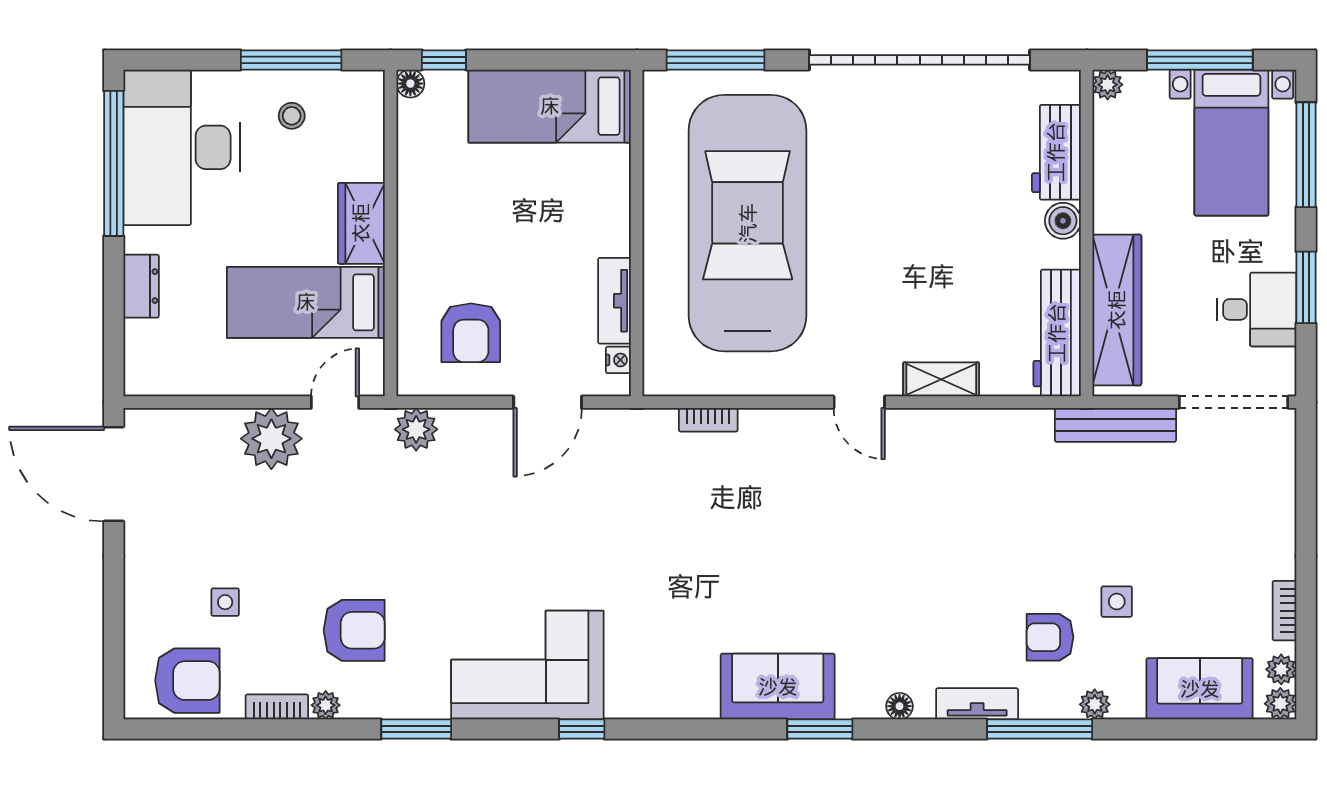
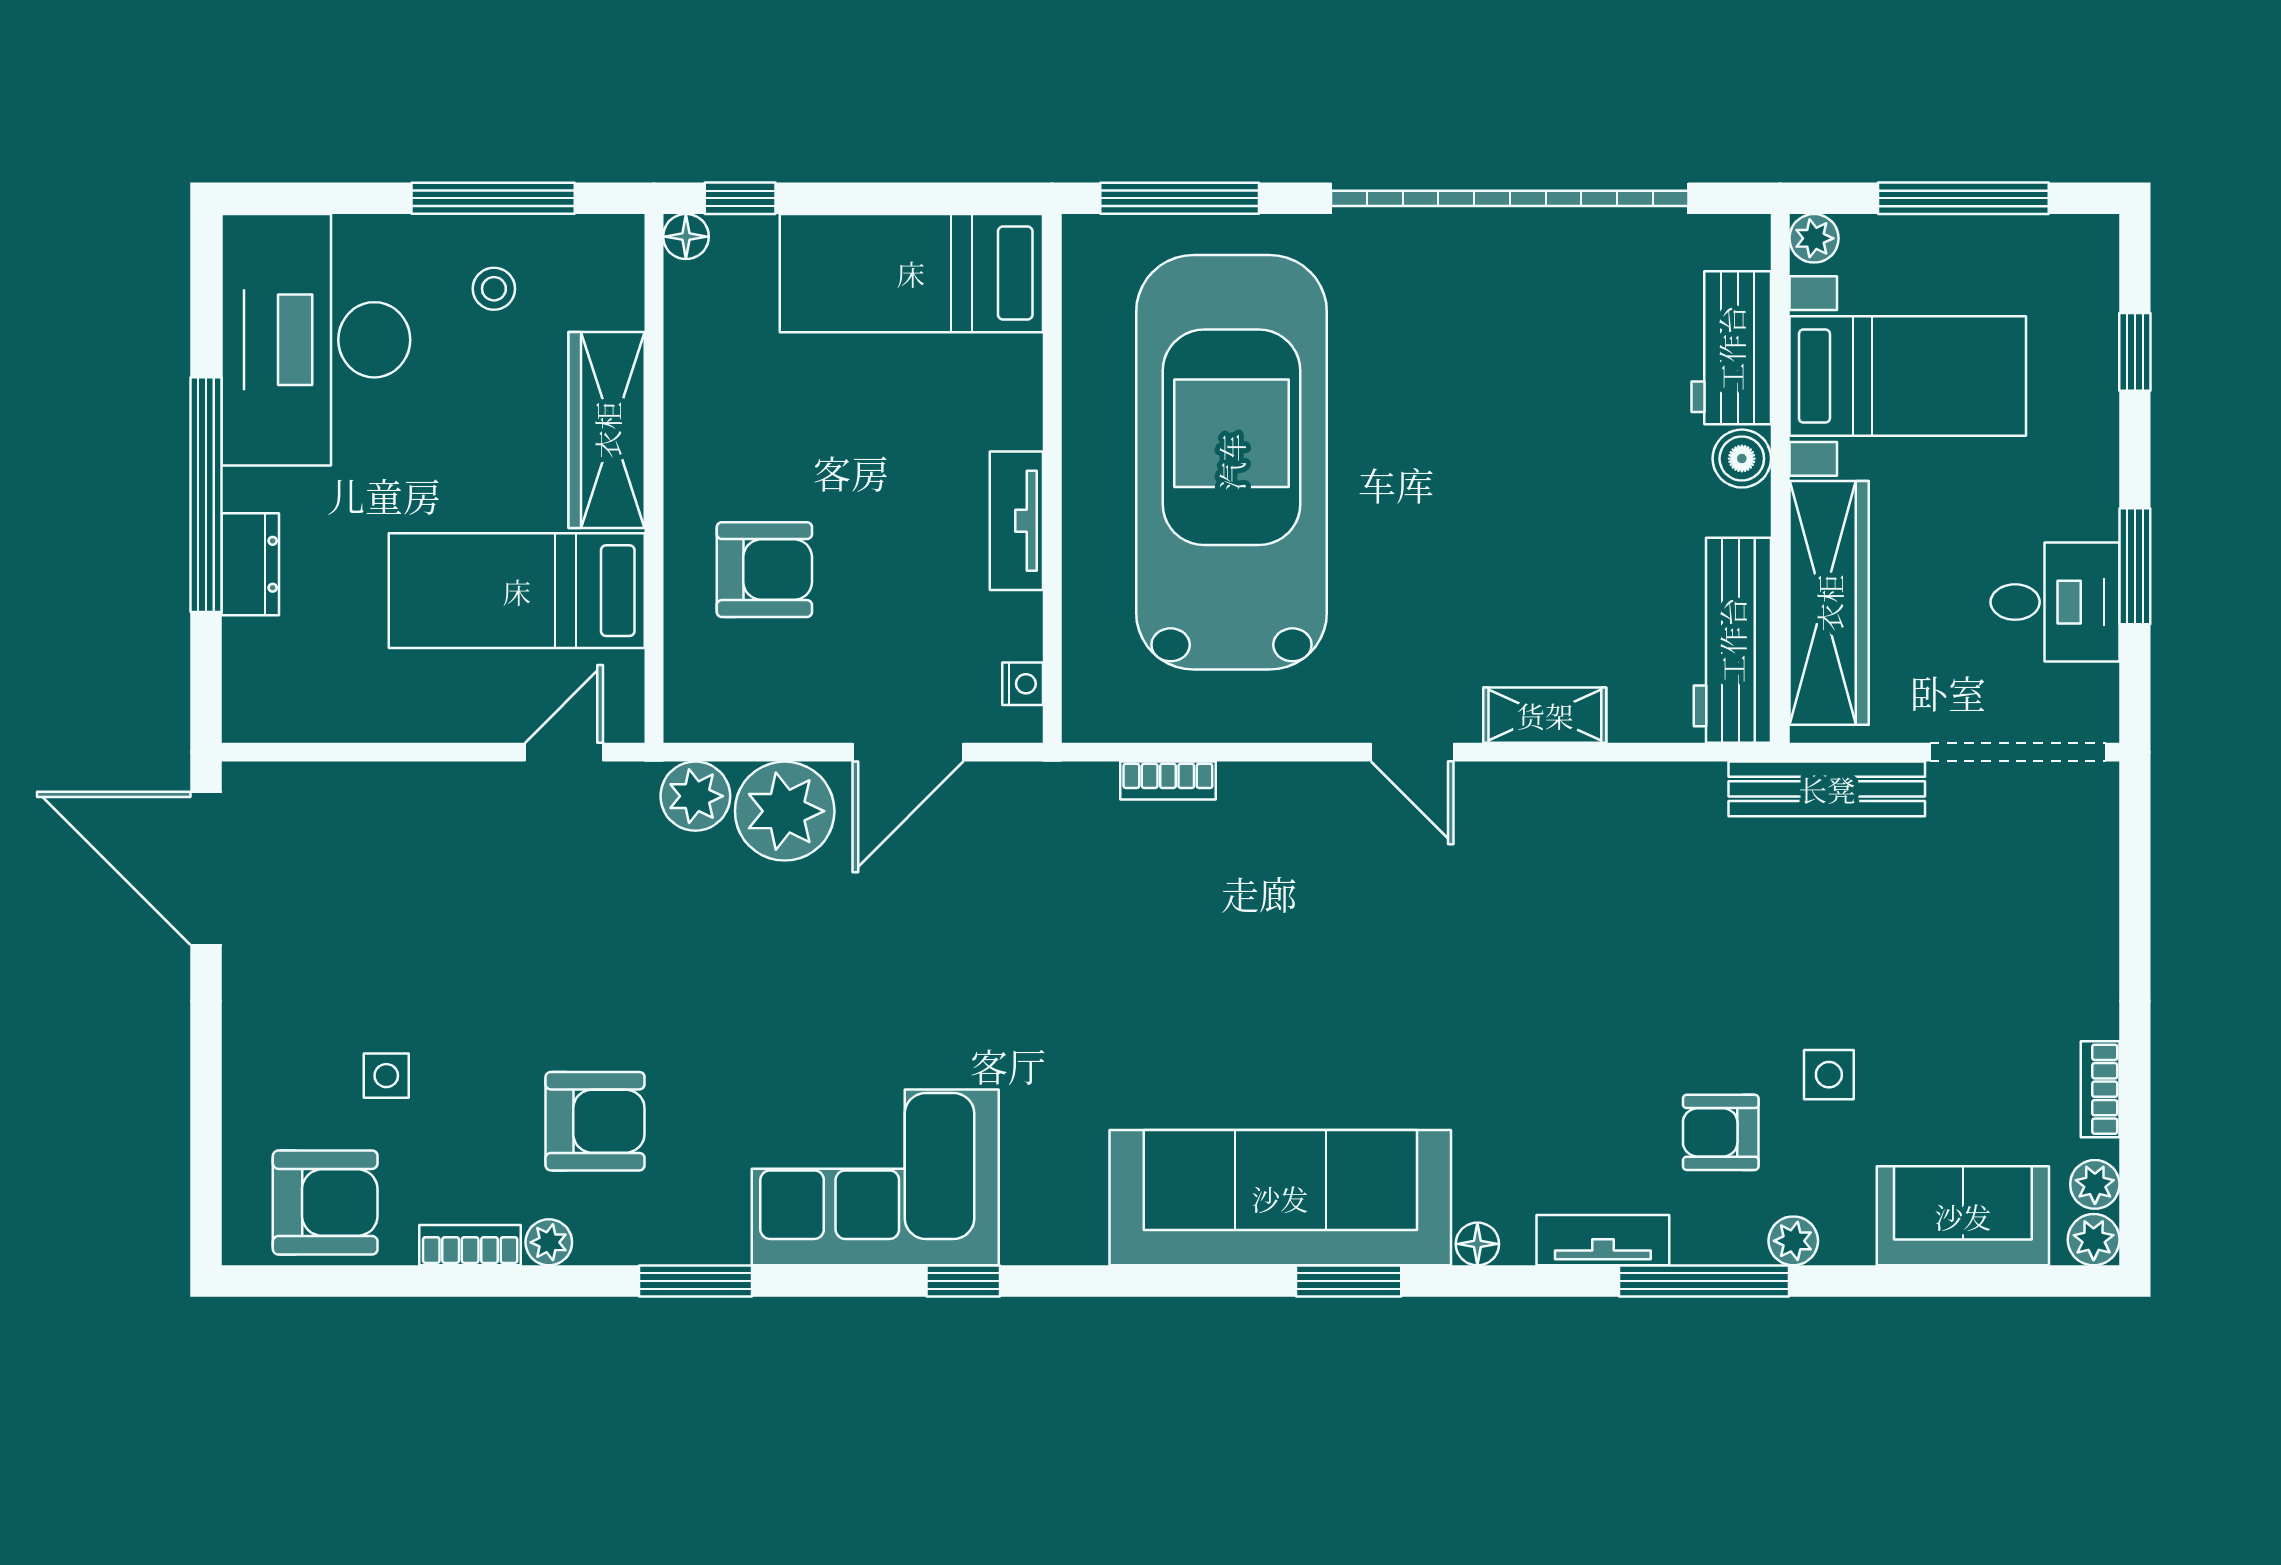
bed with nightstands: (1231, 143) -> (1908, 376), moved, turned -90
window: (1306, 155) -> (2135, 352), width x0.46
window: (114, 163) -> (206, 495), moved
wardrobe: (361, 223) -> (607, 430), width x1.50
tv unit: (615, 301) -> (1016, 521), moved
armchair: (471, 333) -> (764, 570), moved, turned -90
plant: (271, 439) -> (785, 811), moved
sofa: (778, 687) -> (1280, 1198), width x1.85, depth x1.27

